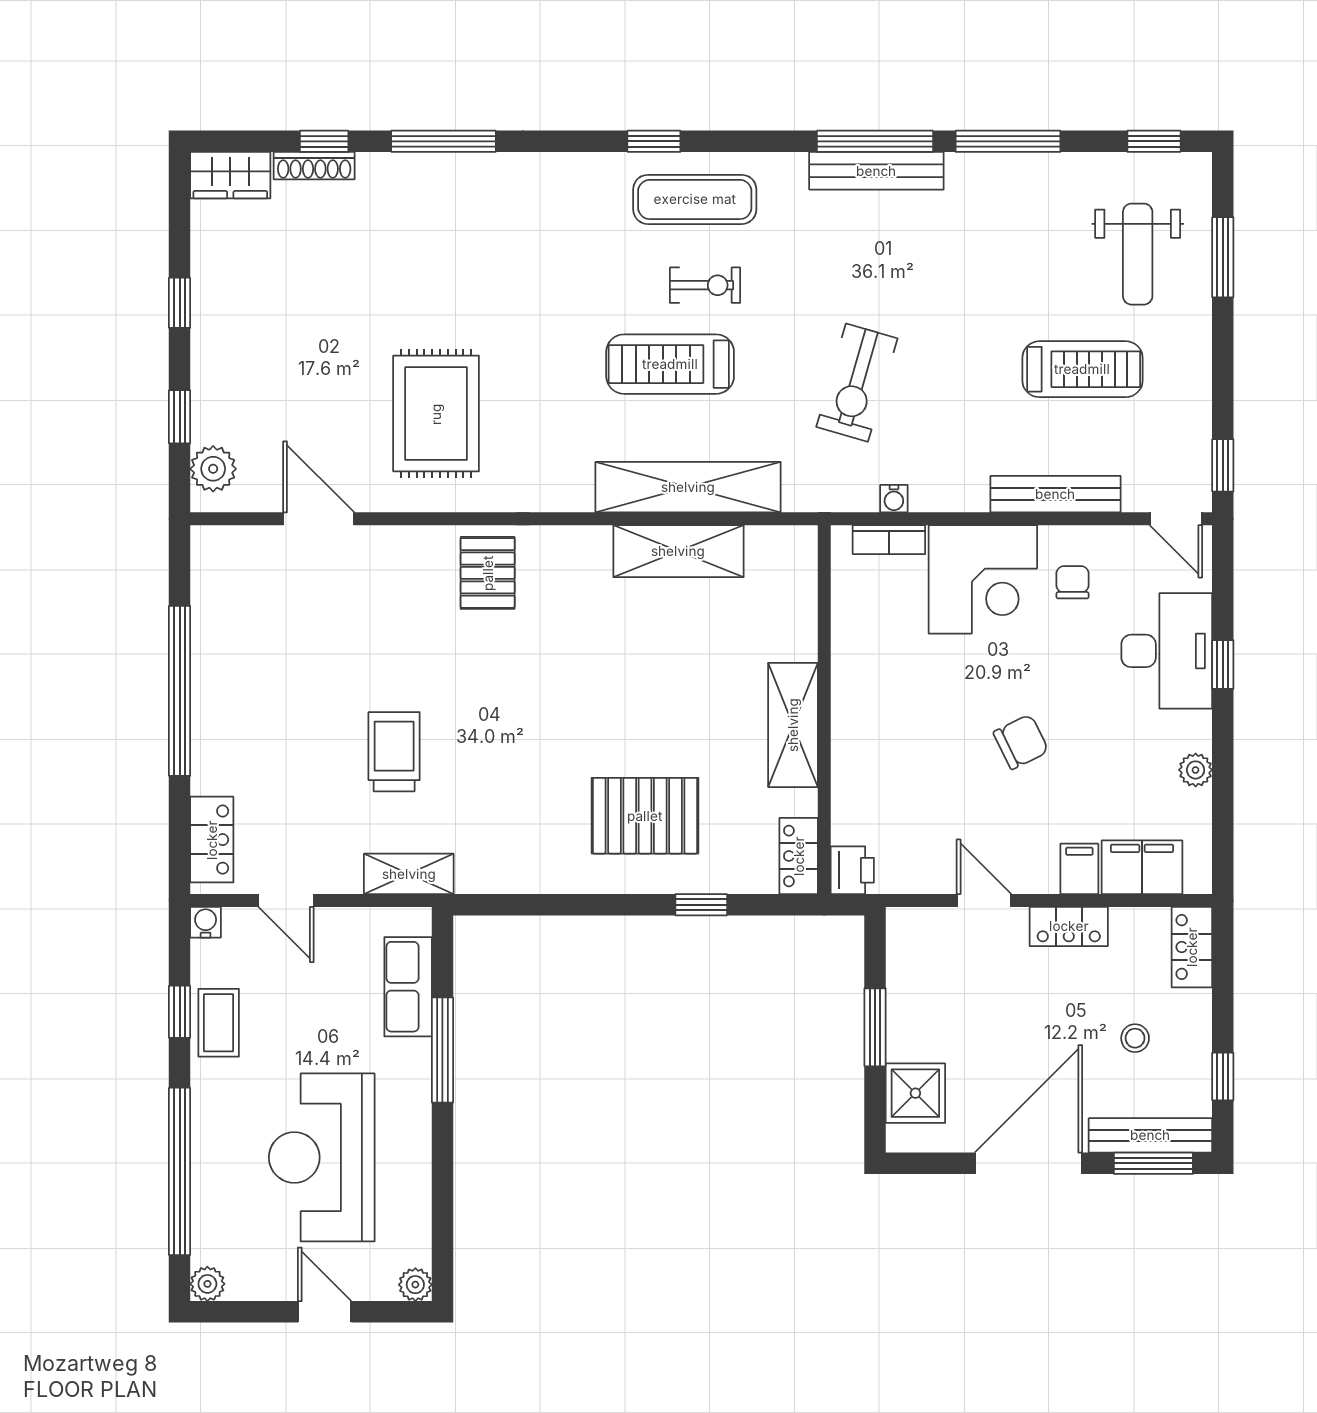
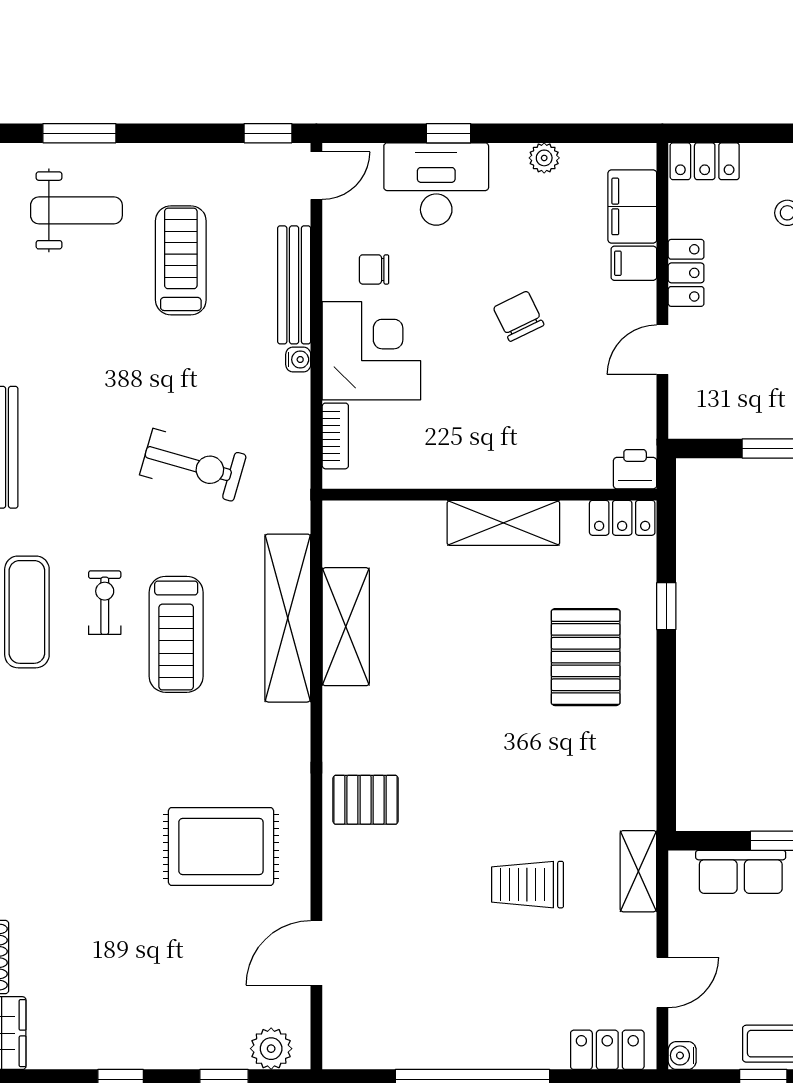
water cooler: (894, 499) -> (298, 360), moved

